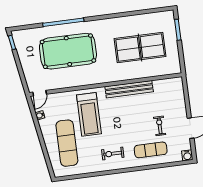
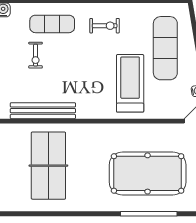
table tennis table: (140, 48) -> (48, 166), turned 90
bench: (129, 89) -> (43, 111), moved

